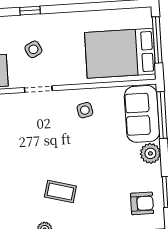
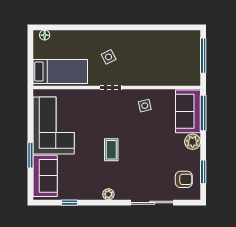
window: (30, 11) -> (108, 27), removed
bed: (120, 53) -> (174, 64), removed
coffee table: (60, 192) -> (111, 150), moved, turned 75

